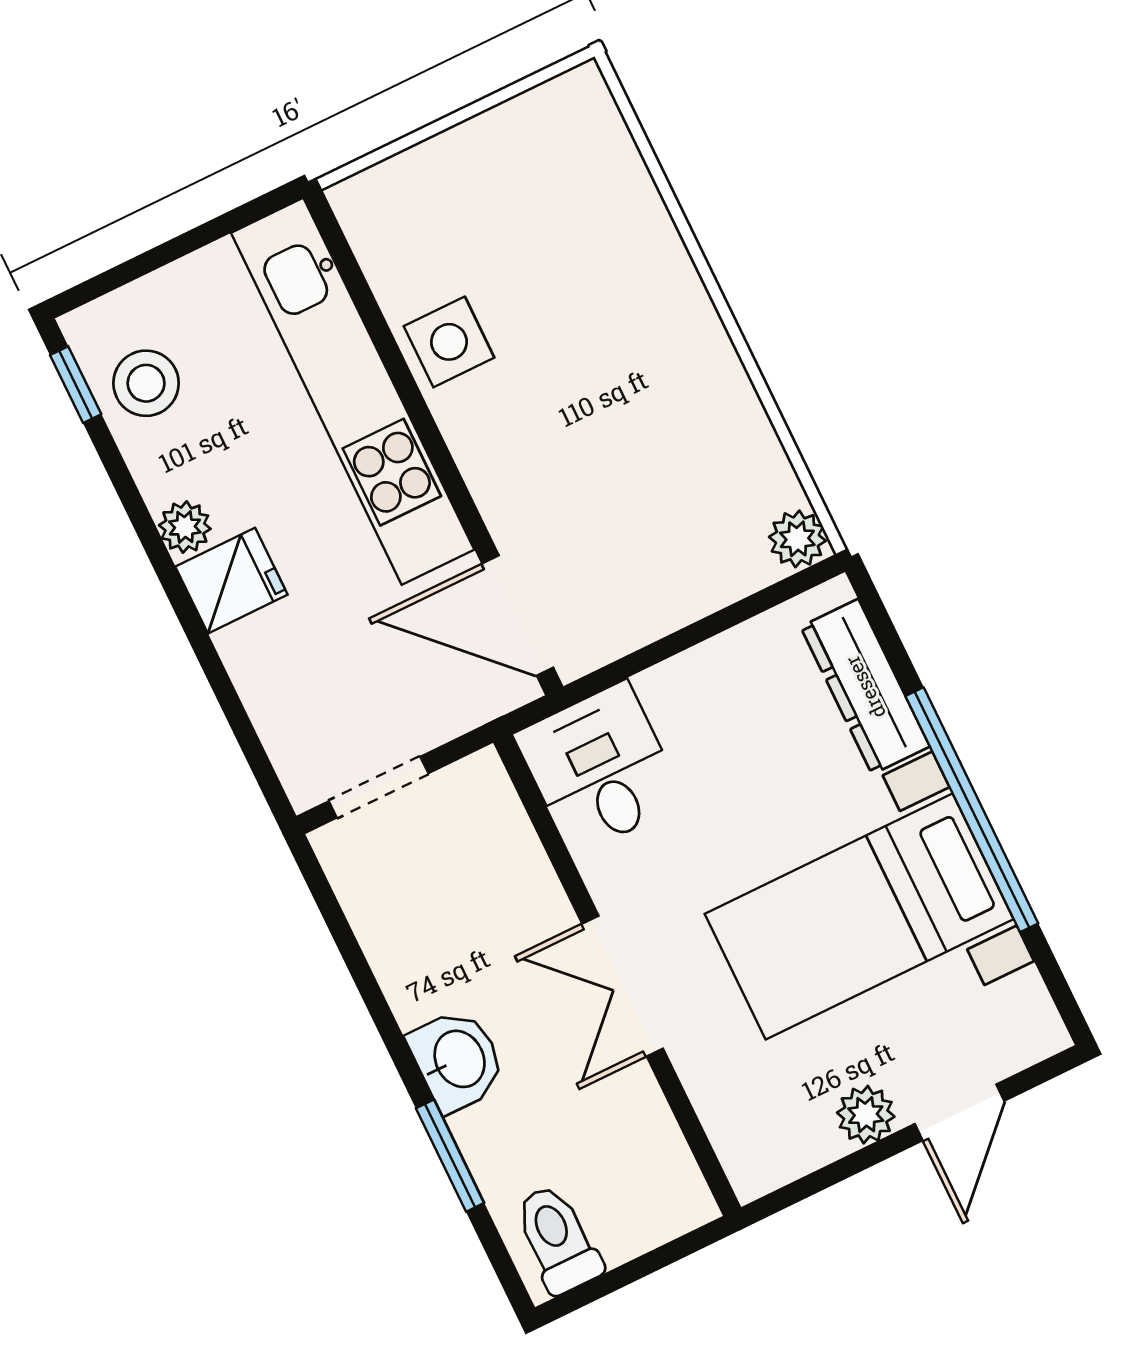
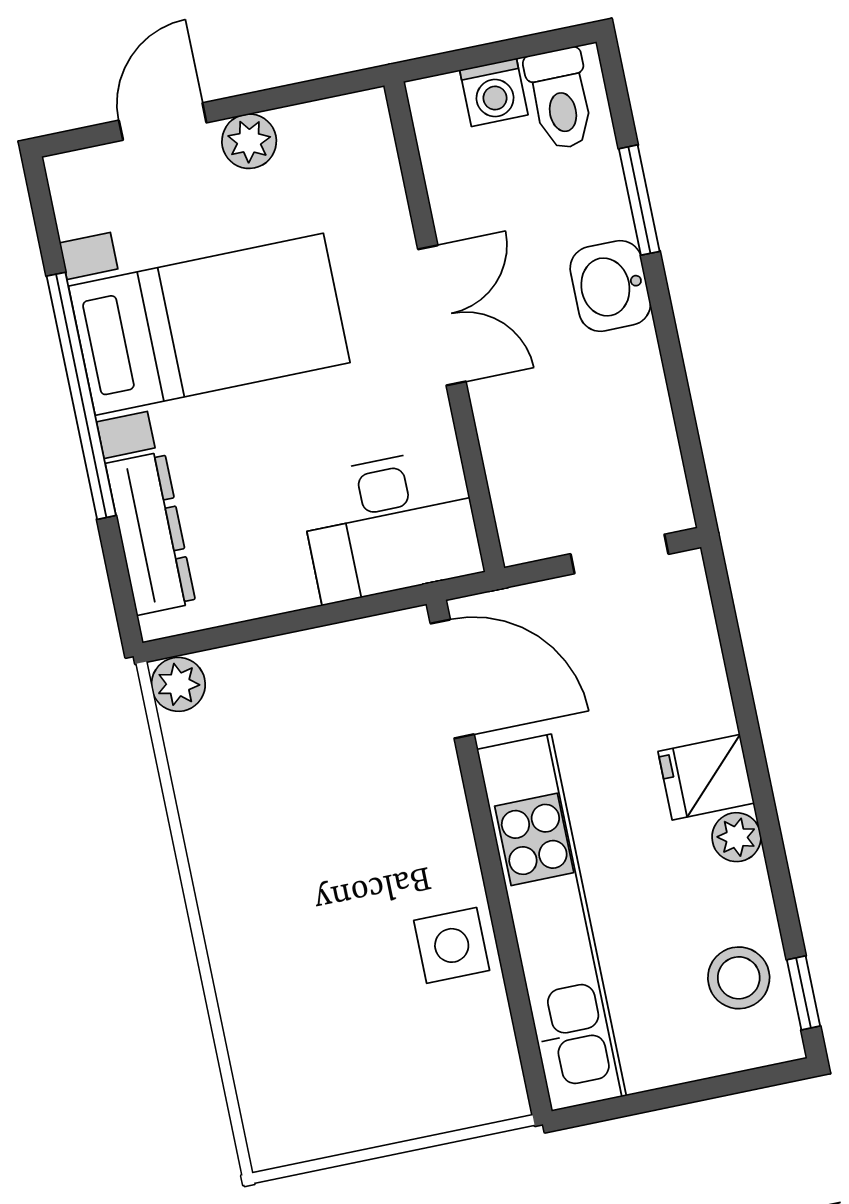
desk: (599, 768) -> (391, 525), width x1.37
washing machine: (627, 1228) -> (494, 92), added

